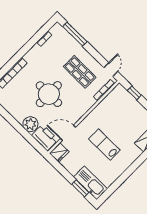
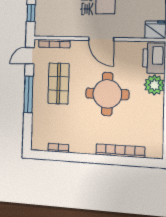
window: (75, 34) -> (28, 94), moved
door: (68, 133) -> (101, 39), moved

